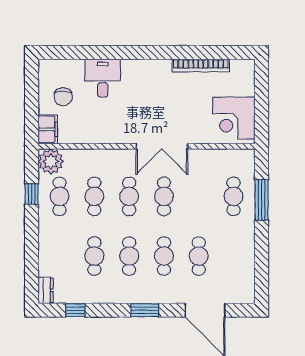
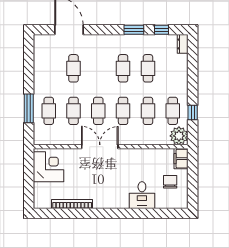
cafe table: (164, 256) -> (74, 111), moved
window: (145, 310) -> (134, 30), moved

